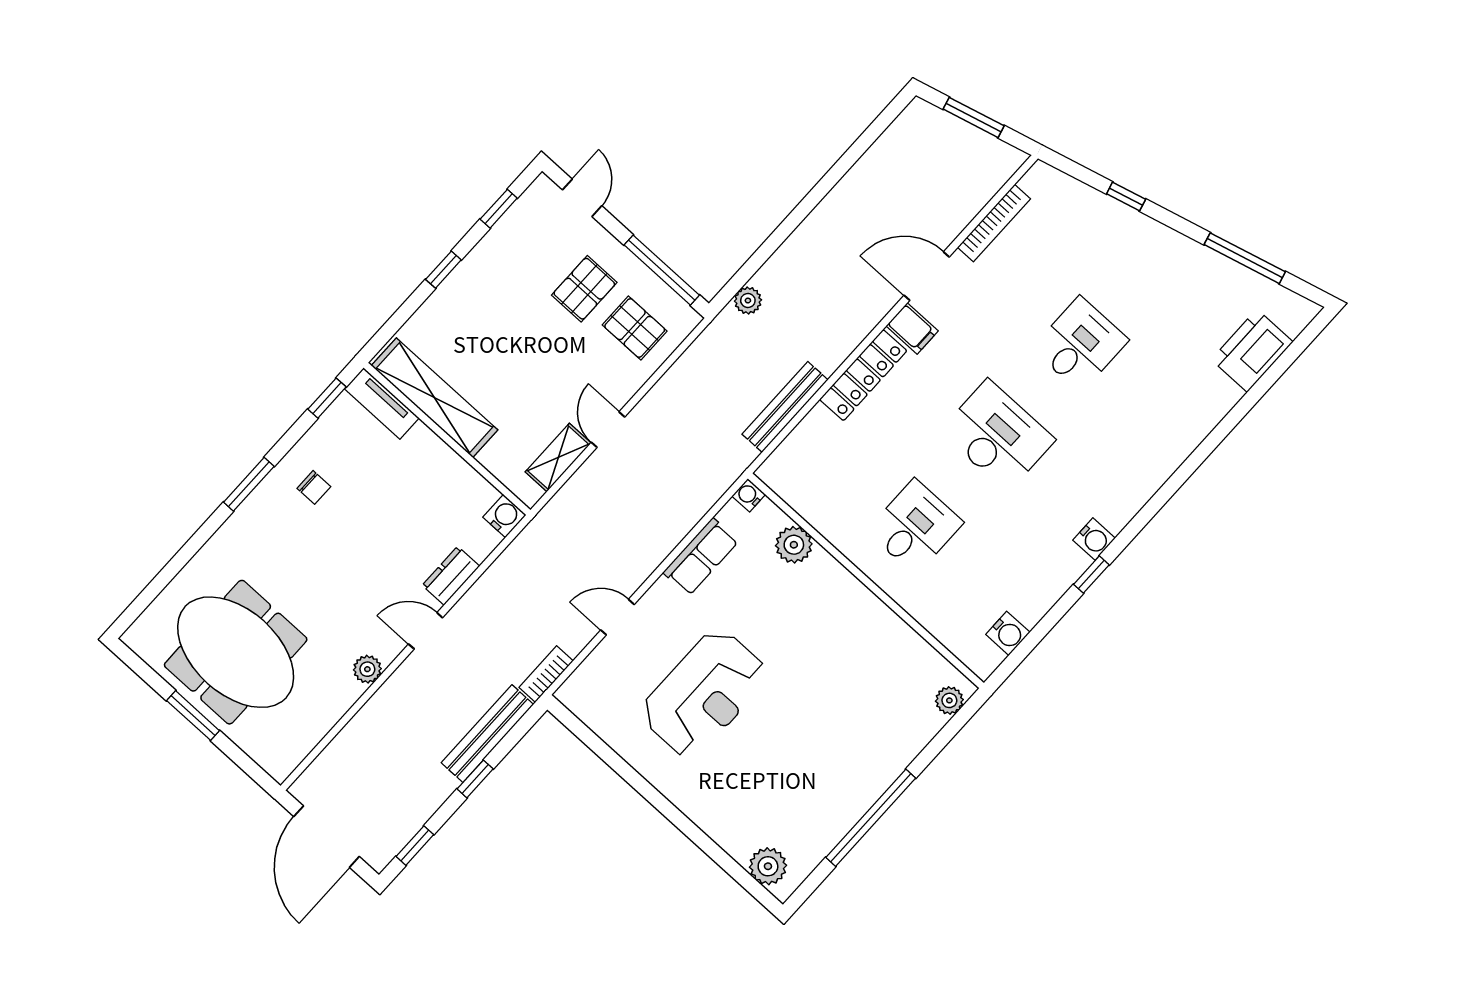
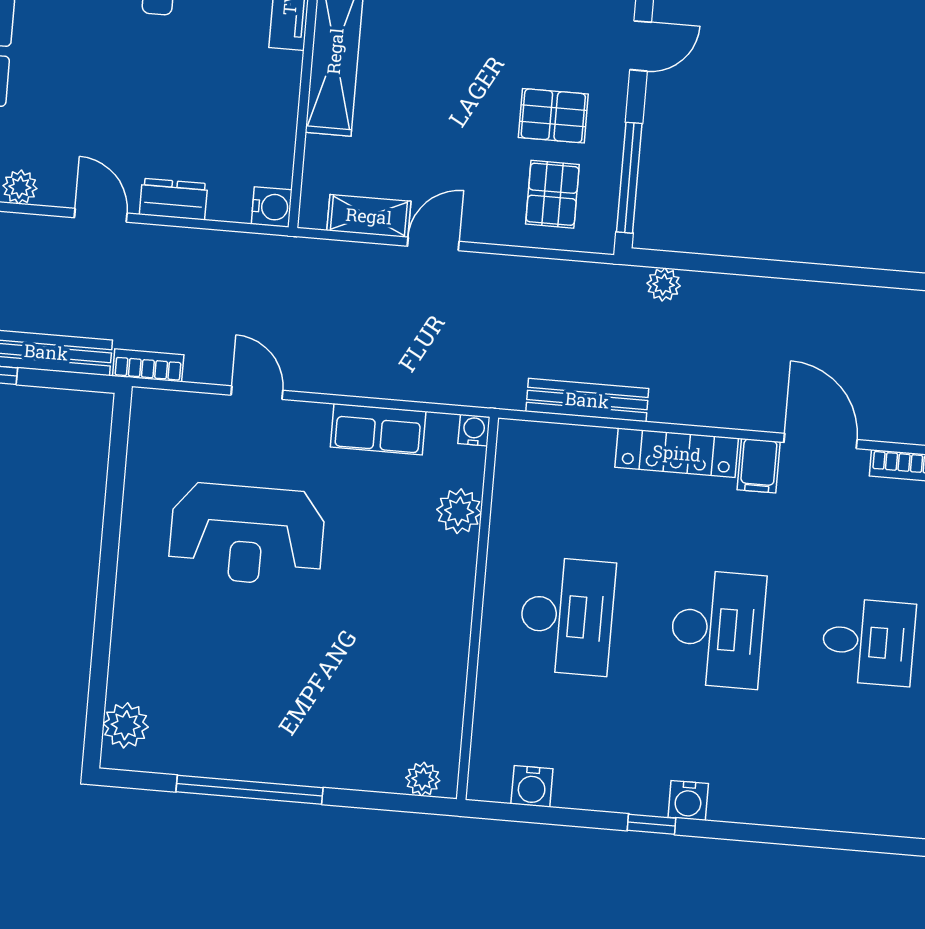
desk: (915, 527) -> (567, 616), width x1.37

